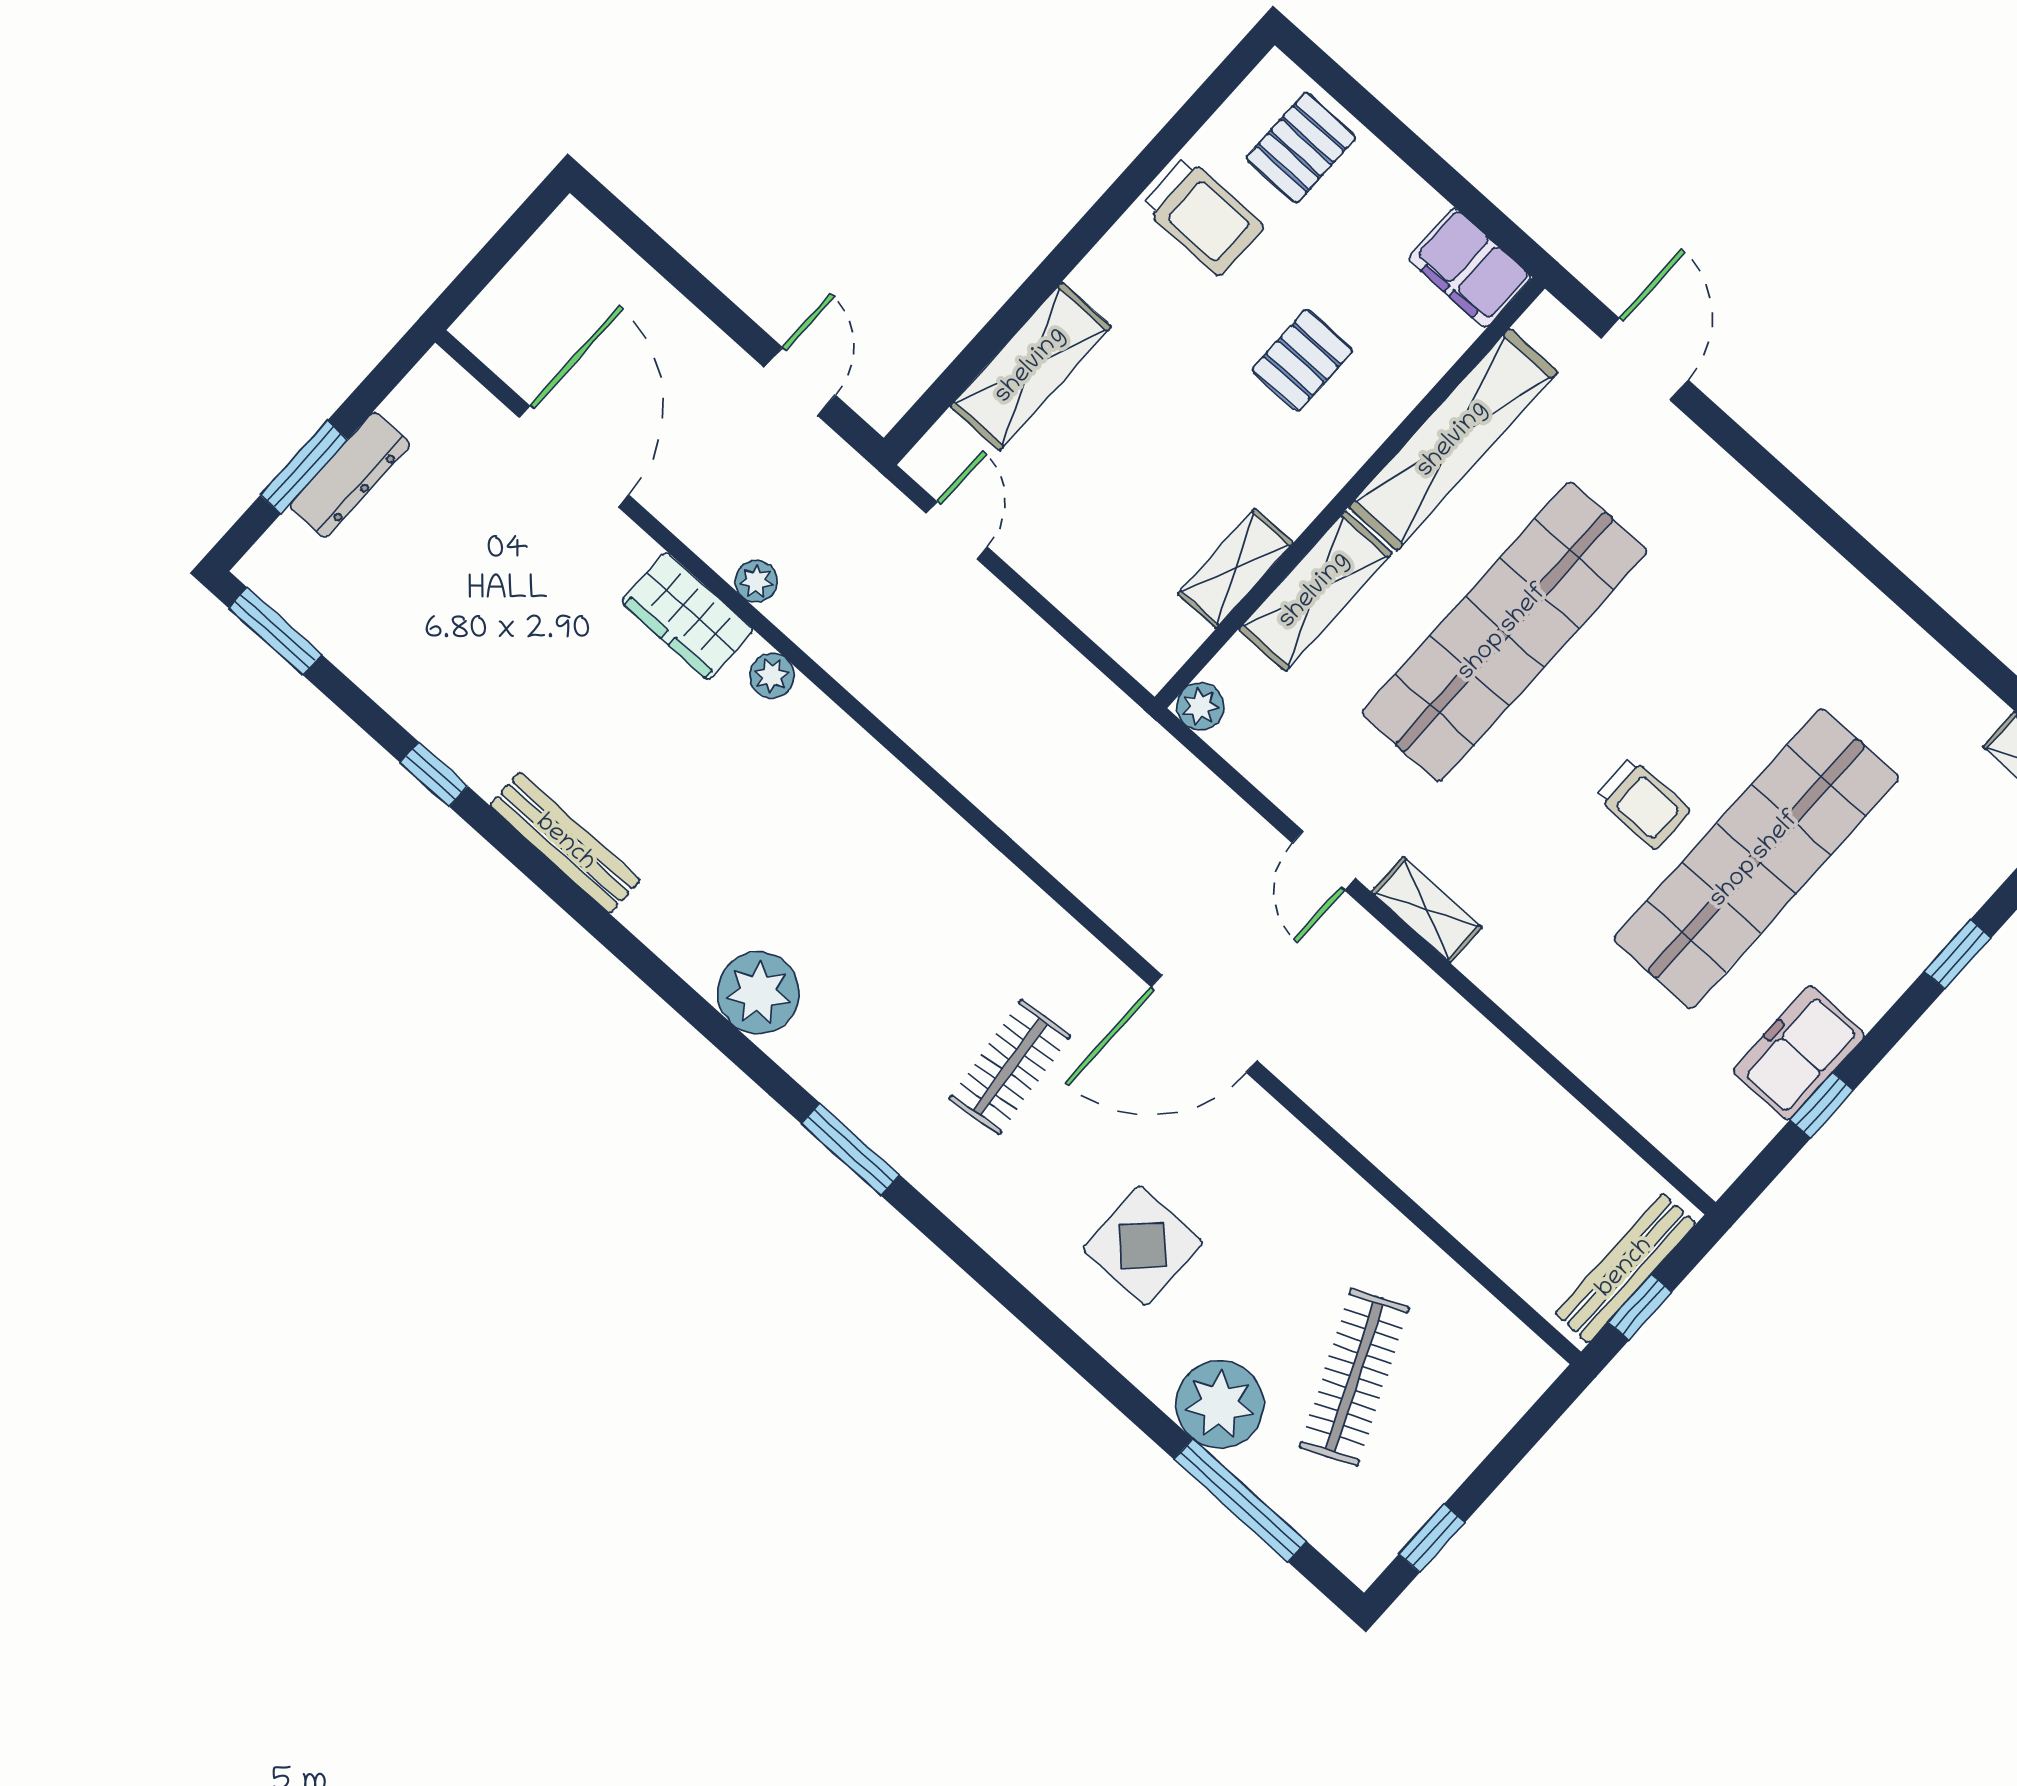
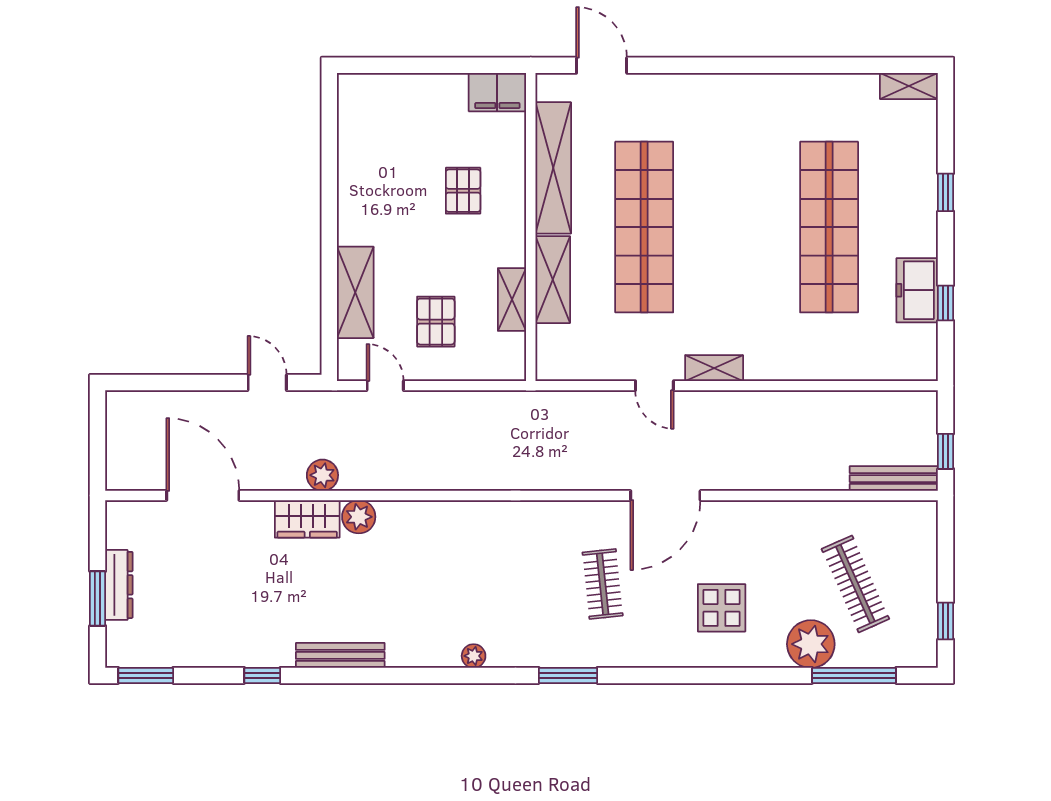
pallet: (1301, 148) -> (436, 322), moved
trolley: (1203, 216) -> (370, 169), removed
plant: (756, 581) -> (322, 475), width x1.38, depth x1.38
plant: (772, 676) -> (359, 517), width x1.38, depth x1.38
plant: (1200, 706) -> (548, 368), removed
trolley: (1643, 803) -> (763, 246), removed
plant: (758, 993) -> (474, 656), width x0.53, depth x0.53
bench: (1625, 1268) -> (894, 479), moved, turned 90

